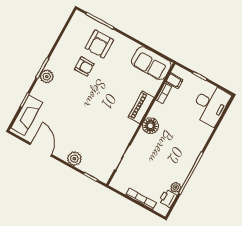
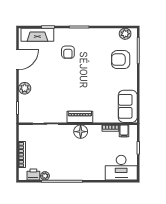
armchair: (84, 66) -> (68, 52), moved
plant: (47, 76) -> (125, 34), moved
piano: (141, 107) -> (80, 117), moved

